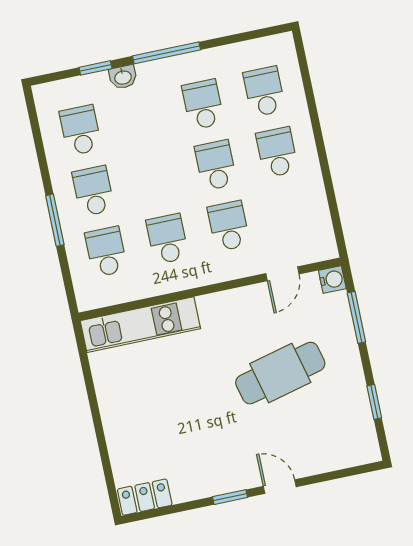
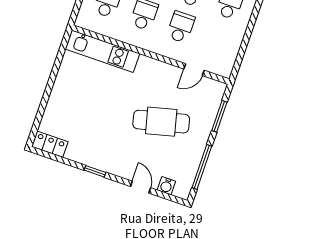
water cooler: (332, 279) -> (166, 186), moved, turned 90
window: (374, 402) -> (202, 167), width x2.17
door: (280, 487) -> (141, 187), moved

